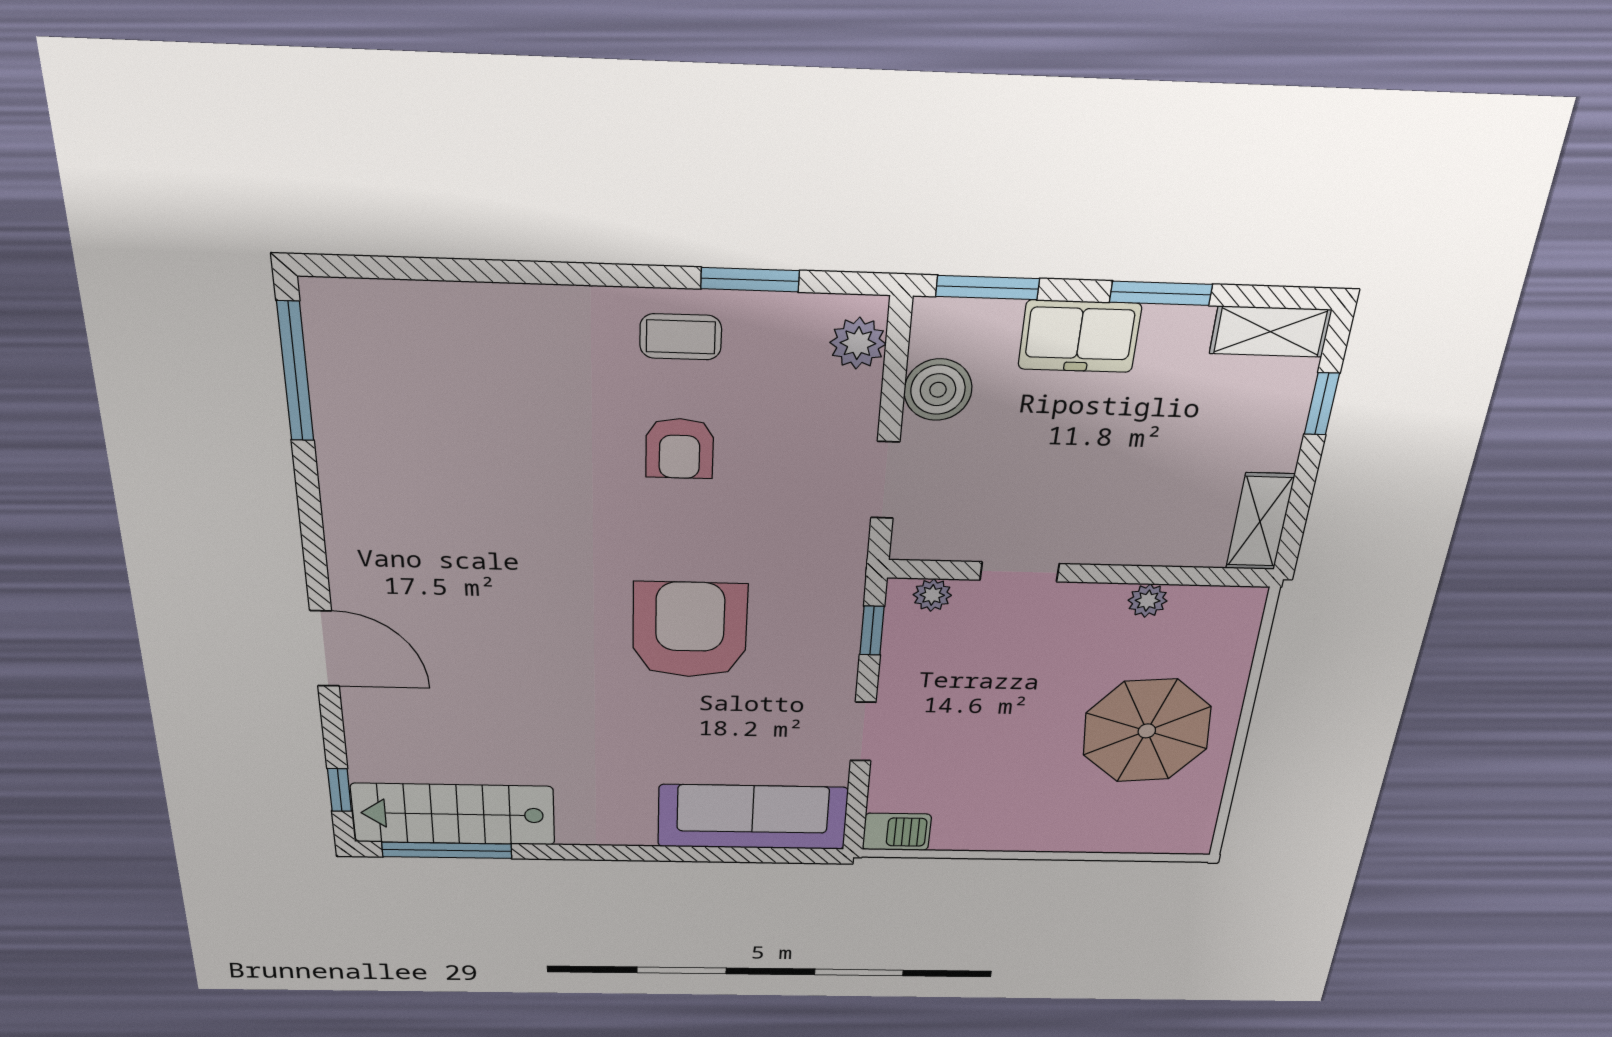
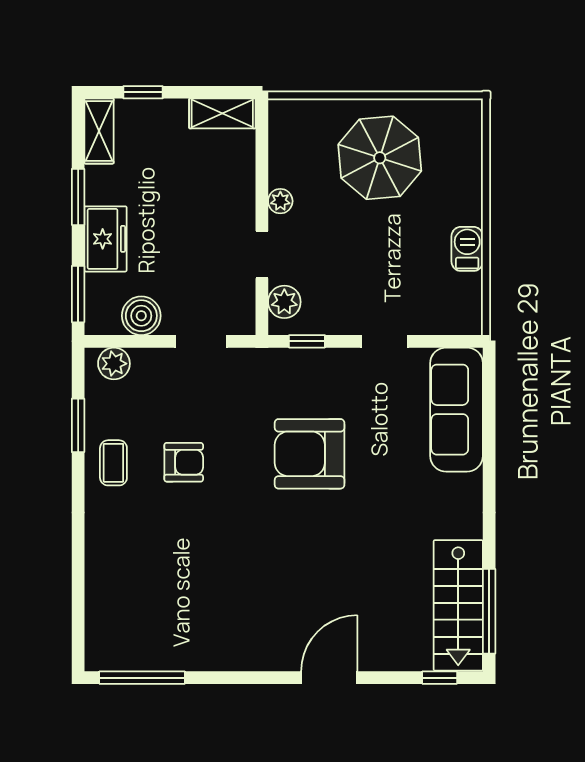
plant: (932, 595) -> (284, 302), width x1.38, depth x1.38
plant: (1148, 601) -> (280, 201), moved
barbecue: (897, 832) -> (467, 249), moved

